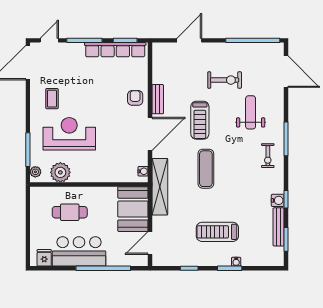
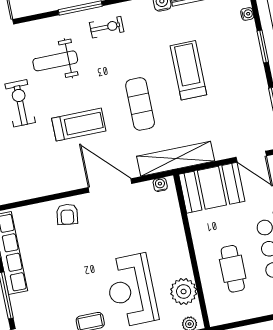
armchair: (135, 98) -> (67, 214), turned -82
bench: (158, 99) -> (63, 185), removed
exercise mat: (206, 169) -> (140, 104), turned 90
treadmill: (217, 232) -> (188, 70), moved, turned 180
water cooler: (236, 262) -> (247, 14), moved

